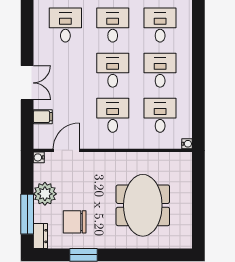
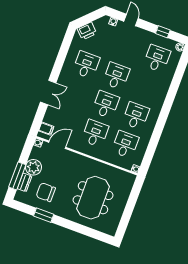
desk: (160, 25) -> (146, 87), removed
filing cabinet: (43, 117) -> (46, 129), moved
dresser: (40, 236) -> (25, 182), moved

